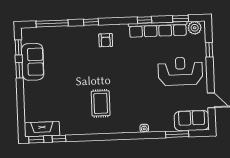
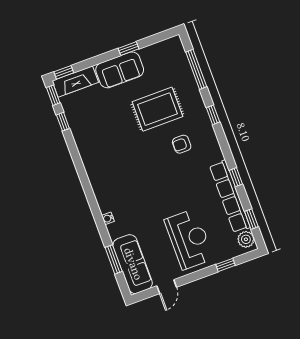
armchair: (106, 40) -> (182, 144), moved
window: (18, 47) -> (64, 72), moved
sofa: (33, 62) -> (120, 70), moved
rug: (101, 103) -> (157, 109), moved, width x1.36, depth x1.43
sofa: (192, 121) -> (133, 264), width x1.36
fireplace: (42, 129) -> (75, 82), moved, turned 90

